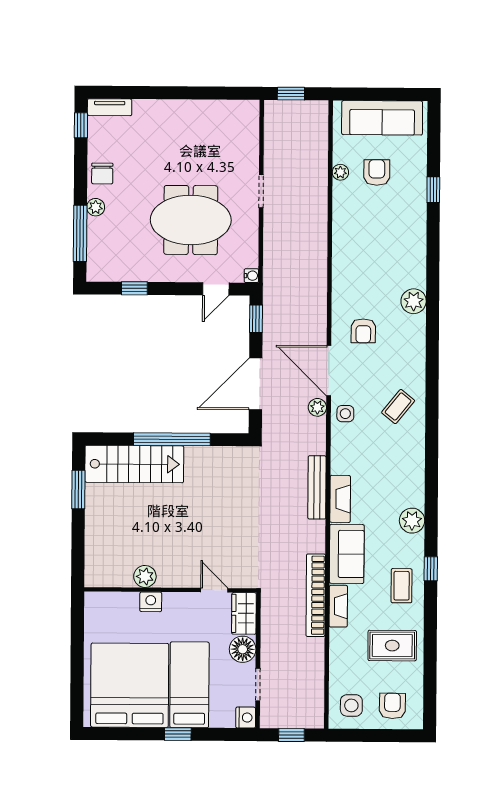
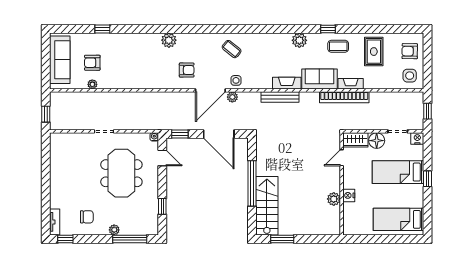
chair: (102, 174) -> (87, 217), moved
bed: (130, 685) -> (399, 219), width x0.49

